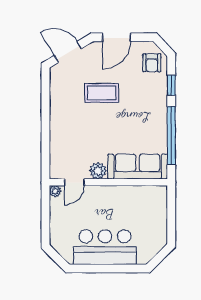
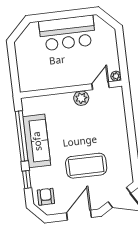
coffee table: (102, 93) -> (86, 166), width x1.36, depth x1.32
sofa: (138, 167) -> (37, 141), moved, turned -90

